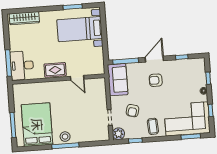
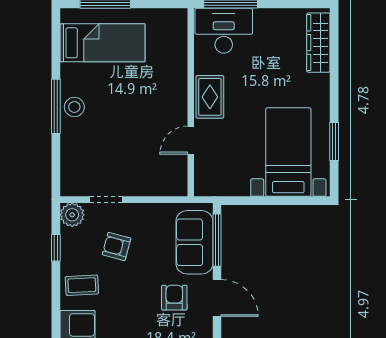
sofa: (118, 80) -> (194, 242), moved, turned 90
bed: (37, 125) -> (103, 43), width x0.67

